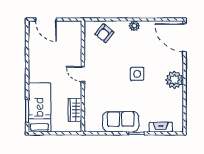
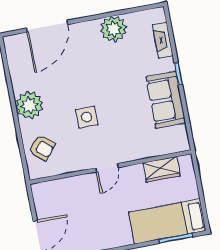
plant: (134, 26) -> (29, 105), width x1.88, depth x1.88
door: (185, 38) -> (47, 26), moved
side table: (137, 74) -> (87, 117), moved
plant: (174, 80) -> (113, 29), moved

